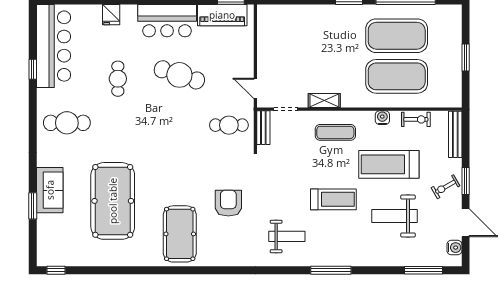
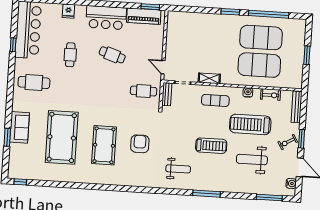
cafe table: (179, 75) -> (112, 55), width x0.73, depth x0.74
pool table: (180, 234) -> (104, 145), moved

